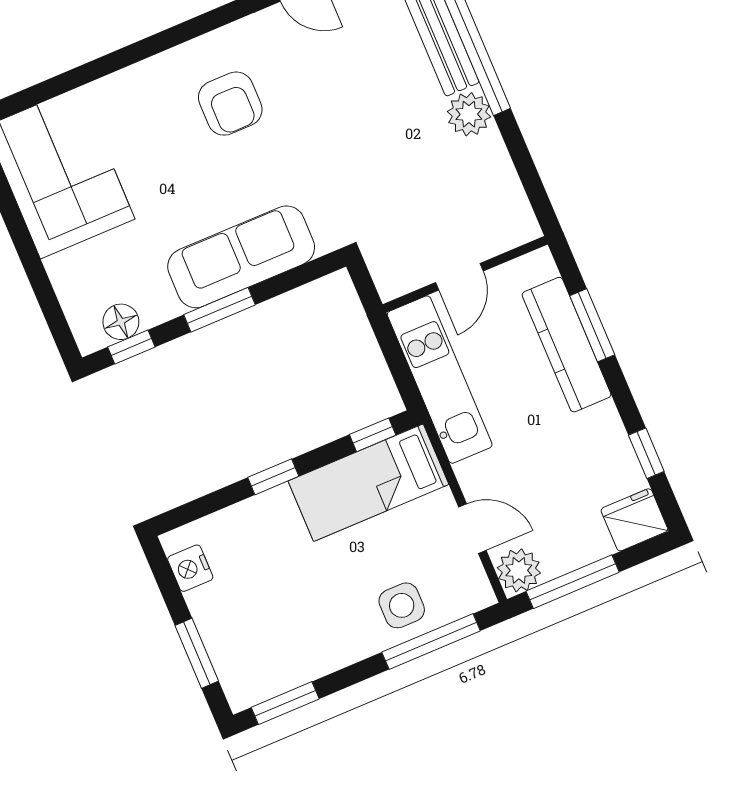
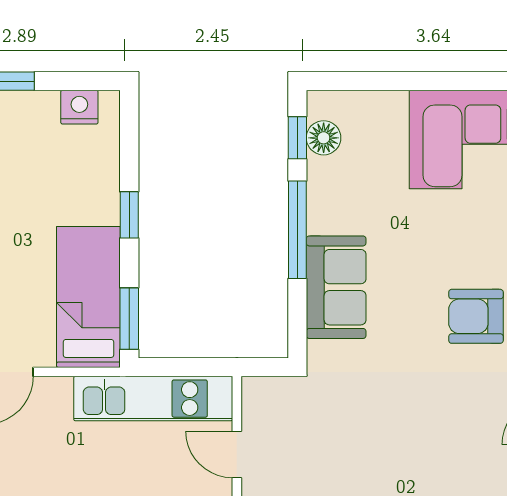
sofa: (241, 257) -> (336, 287), width x0.73
window: (220, 310) -> (297, 230), width x1.44
window: (373, 435) -> (129, 319), width x1.50

